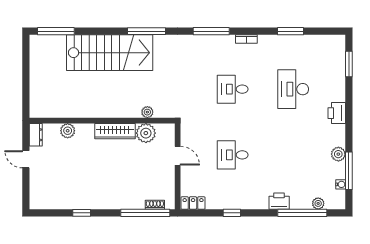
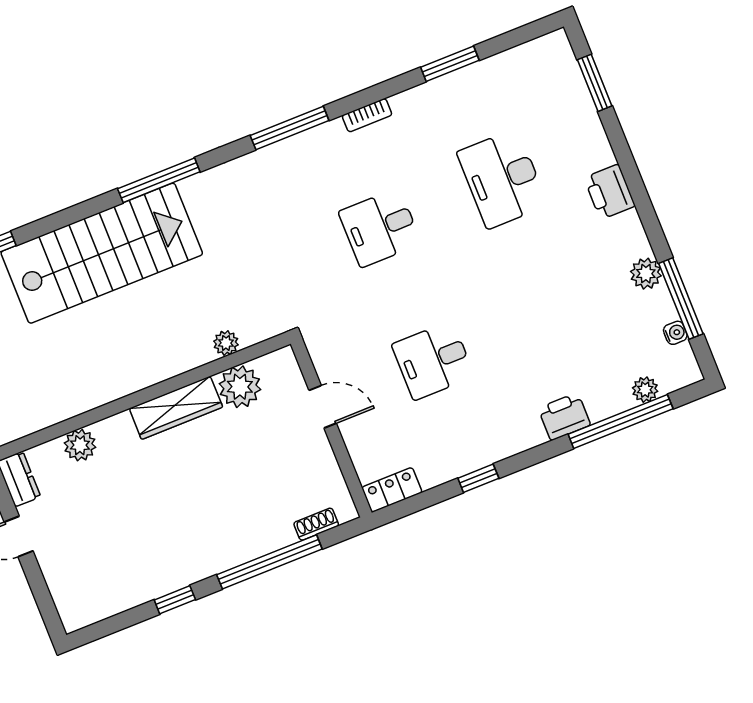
window: (145, 213) -> (269, 562), moved

